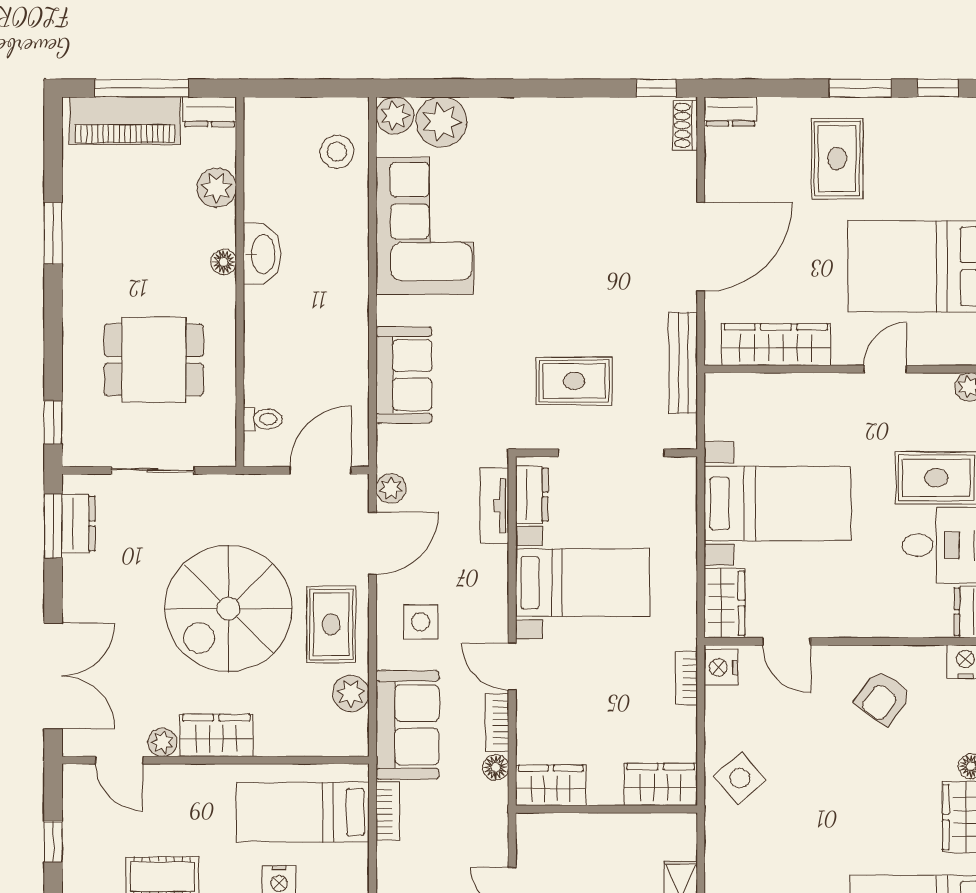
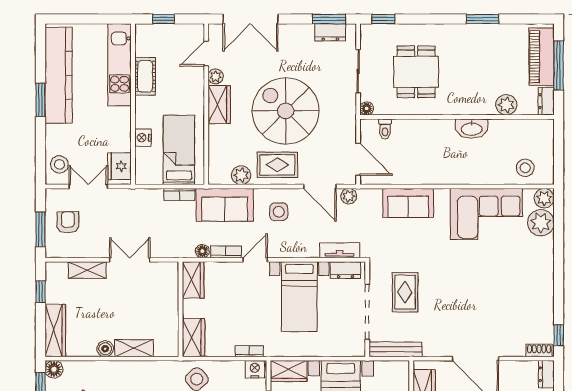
floor lamp: (224, 262) -> (367, 108), moved
bench: (683, 363) -> (396, 349), moved

